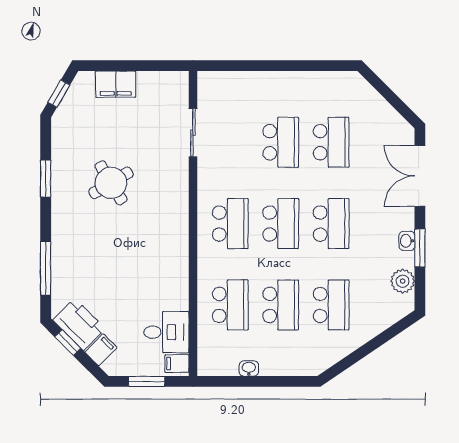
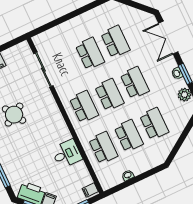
sliding door: (193, 133) -> (43, 70), width x1.37
desk: (166, 332) -> (67, 154), moved

